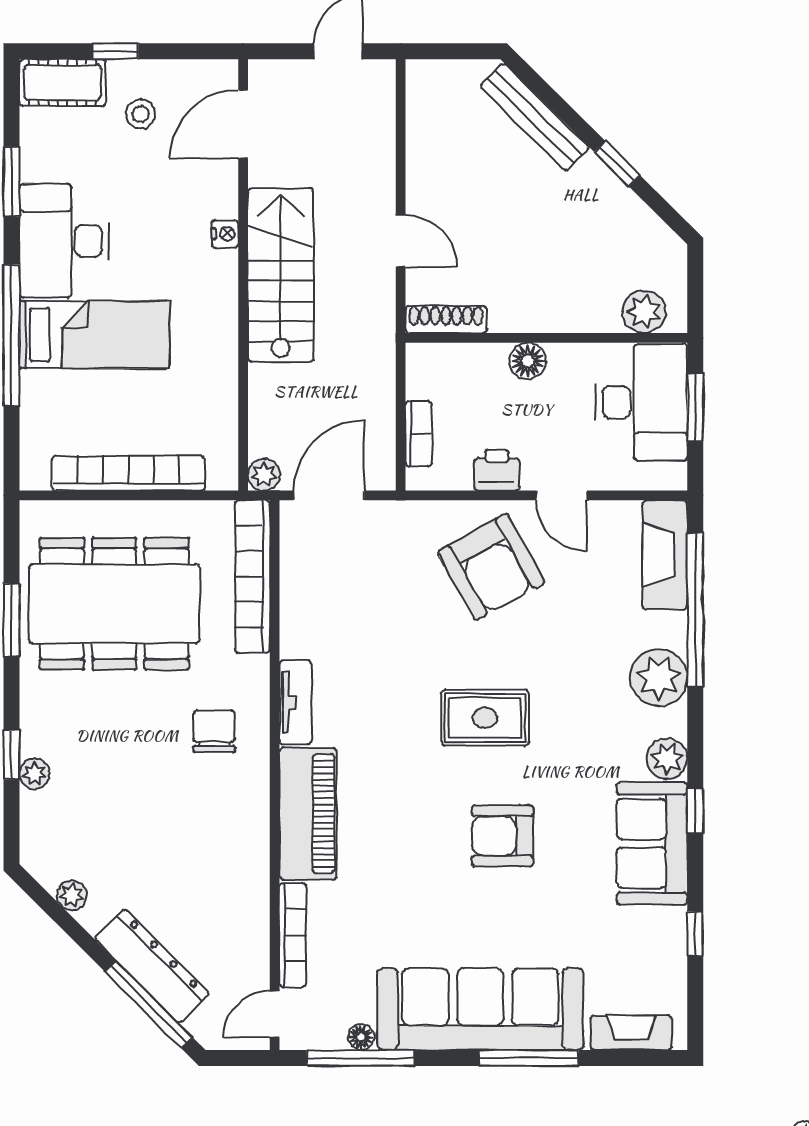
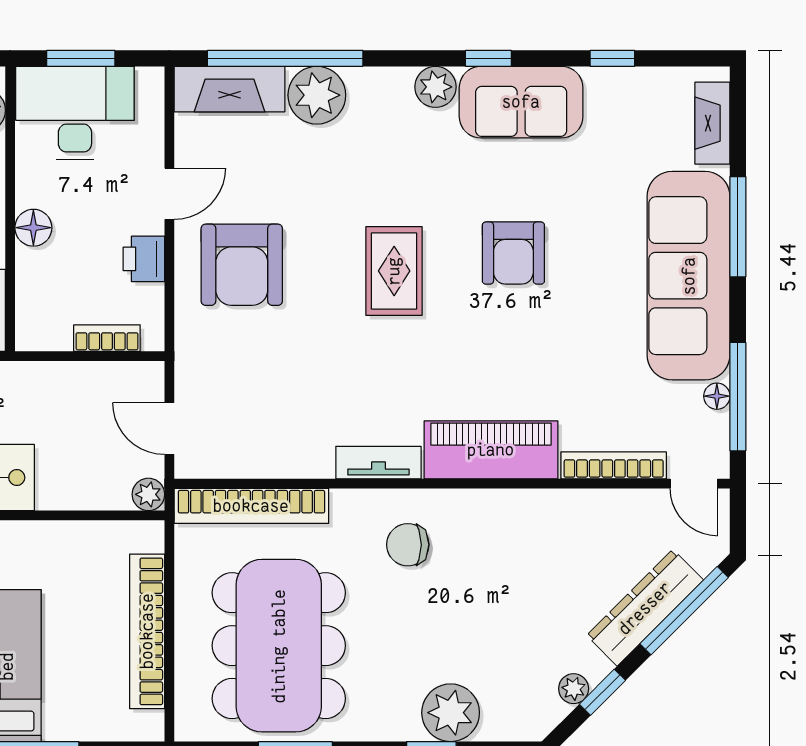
door: (329, 495) -> (169, 429), width x0.73
armchair: (491, 567) -> (242, 265), turned 119
plant: (659, 678) -> (317, 95), moved
plant: (35, 774) -> (451, 713), width x1.87, depth x1.87
window: (68, 924) -> (602, 692), added

